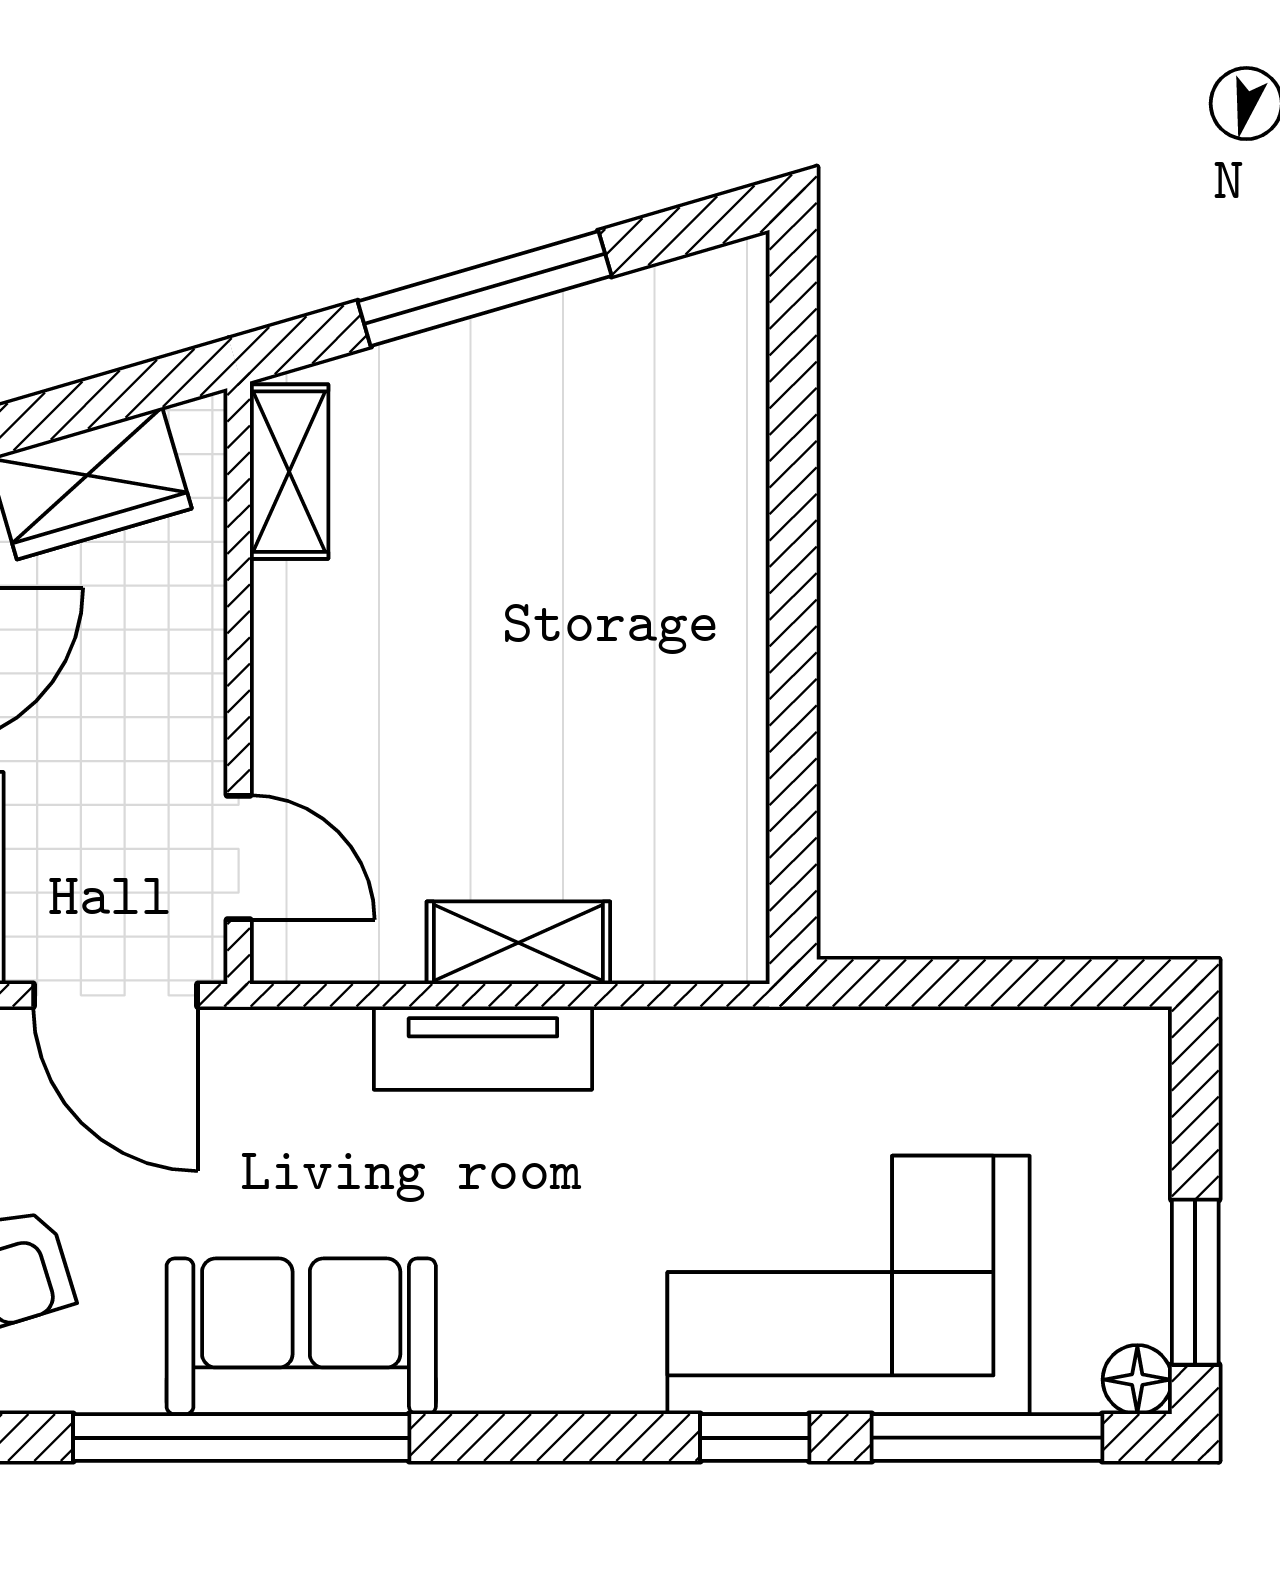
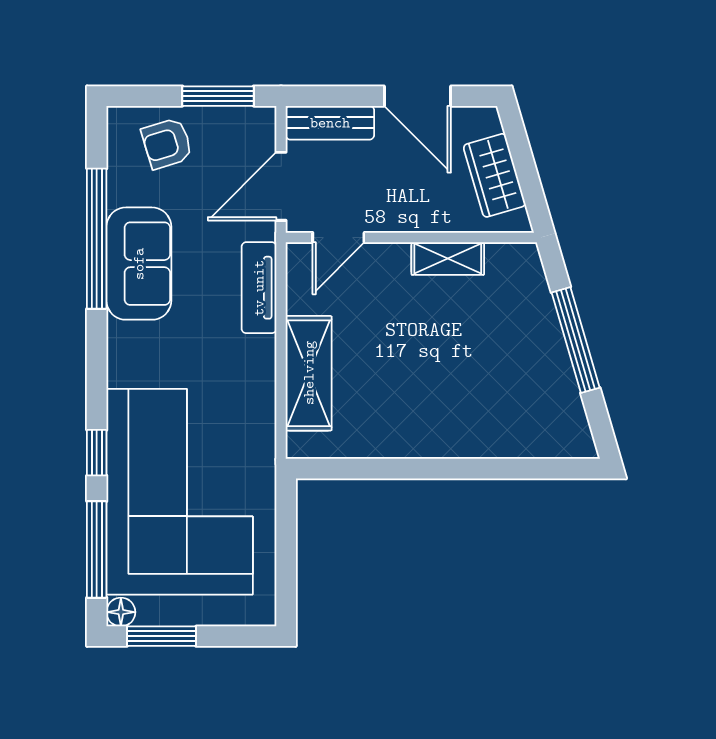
shelving: (289, 472) -> (448, 259), moved
shelving: (518, 943) -> (309, 373), width x1.50, depth x1.33
tv unit: (483, 1048) -> (259, 288), moved
corner sofa: (849, 1285) -> (180, 492), width x1.36, depth x1.36

